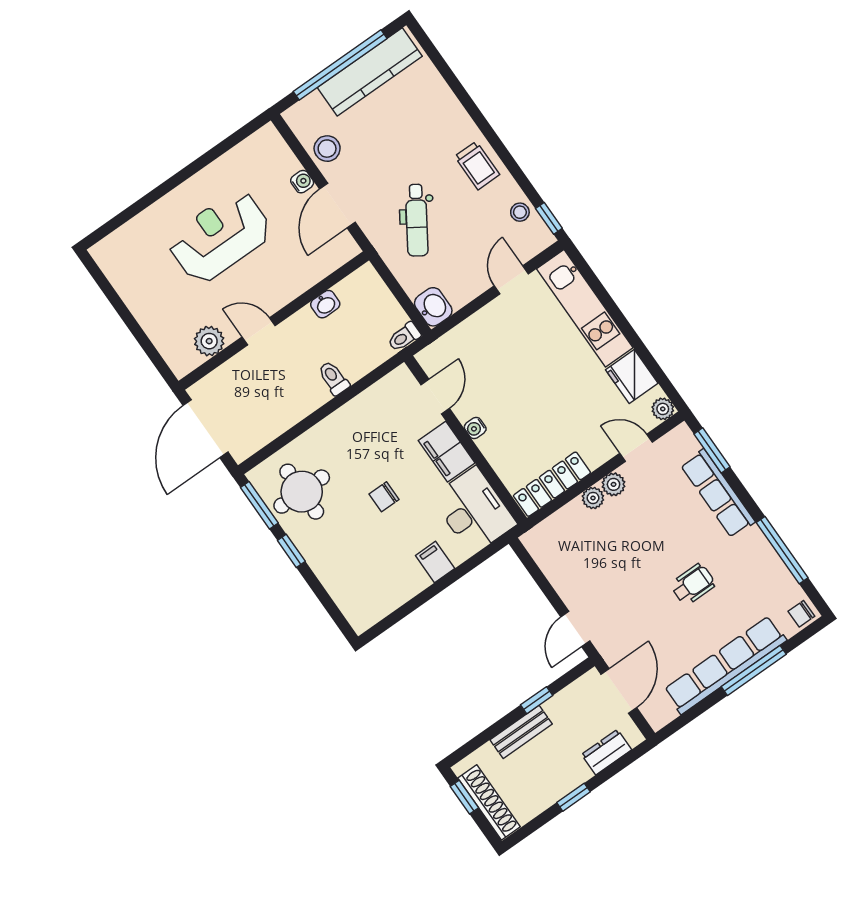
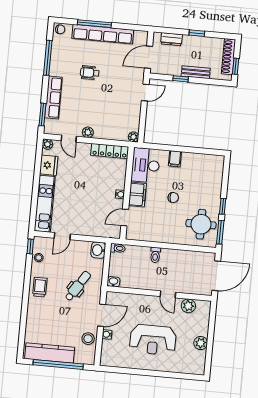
plant: (137, 298) -> (201, 343), added
washbasin: (325, 304) -> (113, 282), moved
plant: (593, 498) -> (133, 137), moved

